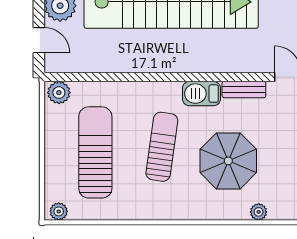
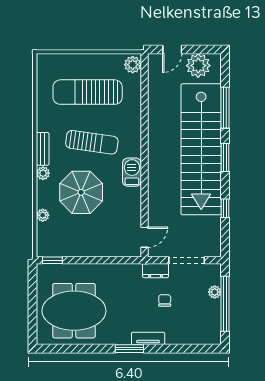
bench: (244, 89) -> (43, 149), moved
sun lounger: (95, 152) -> (88, 92), turned 180
plant: (59, 211) -> (43, 173), moved

